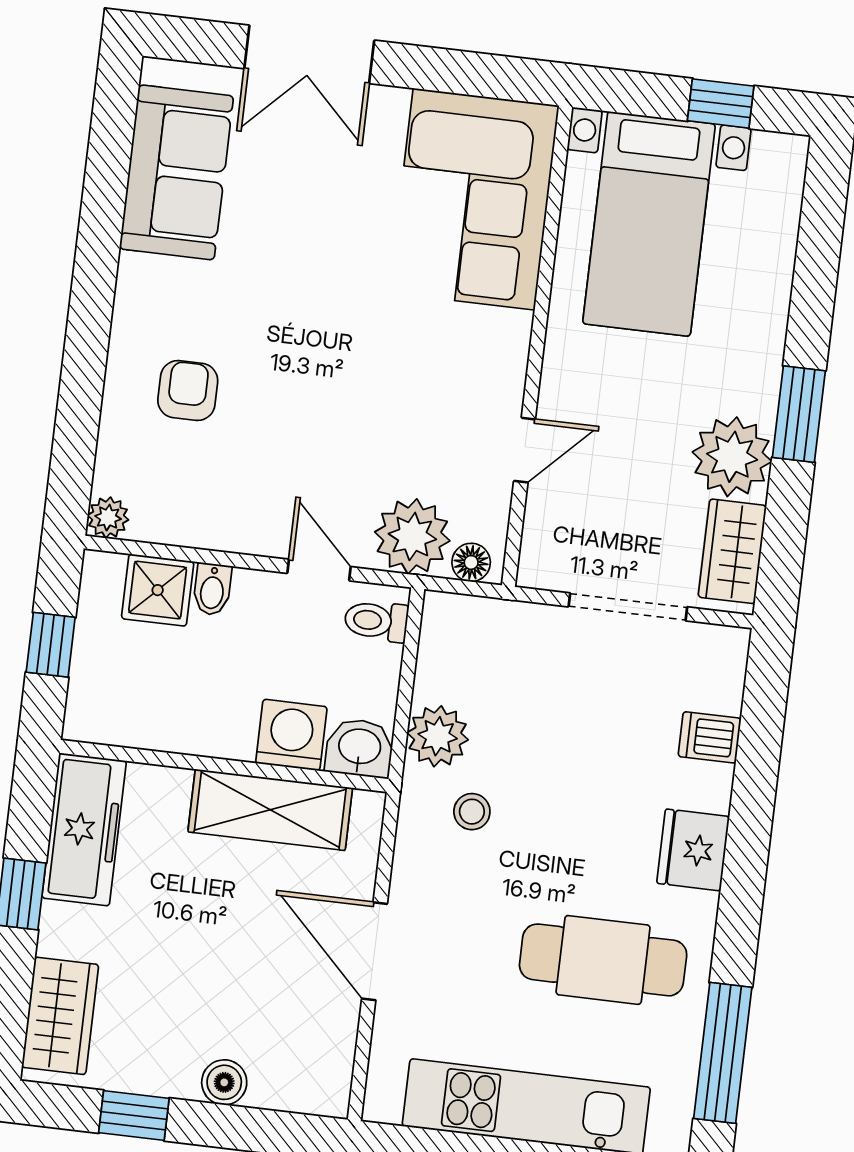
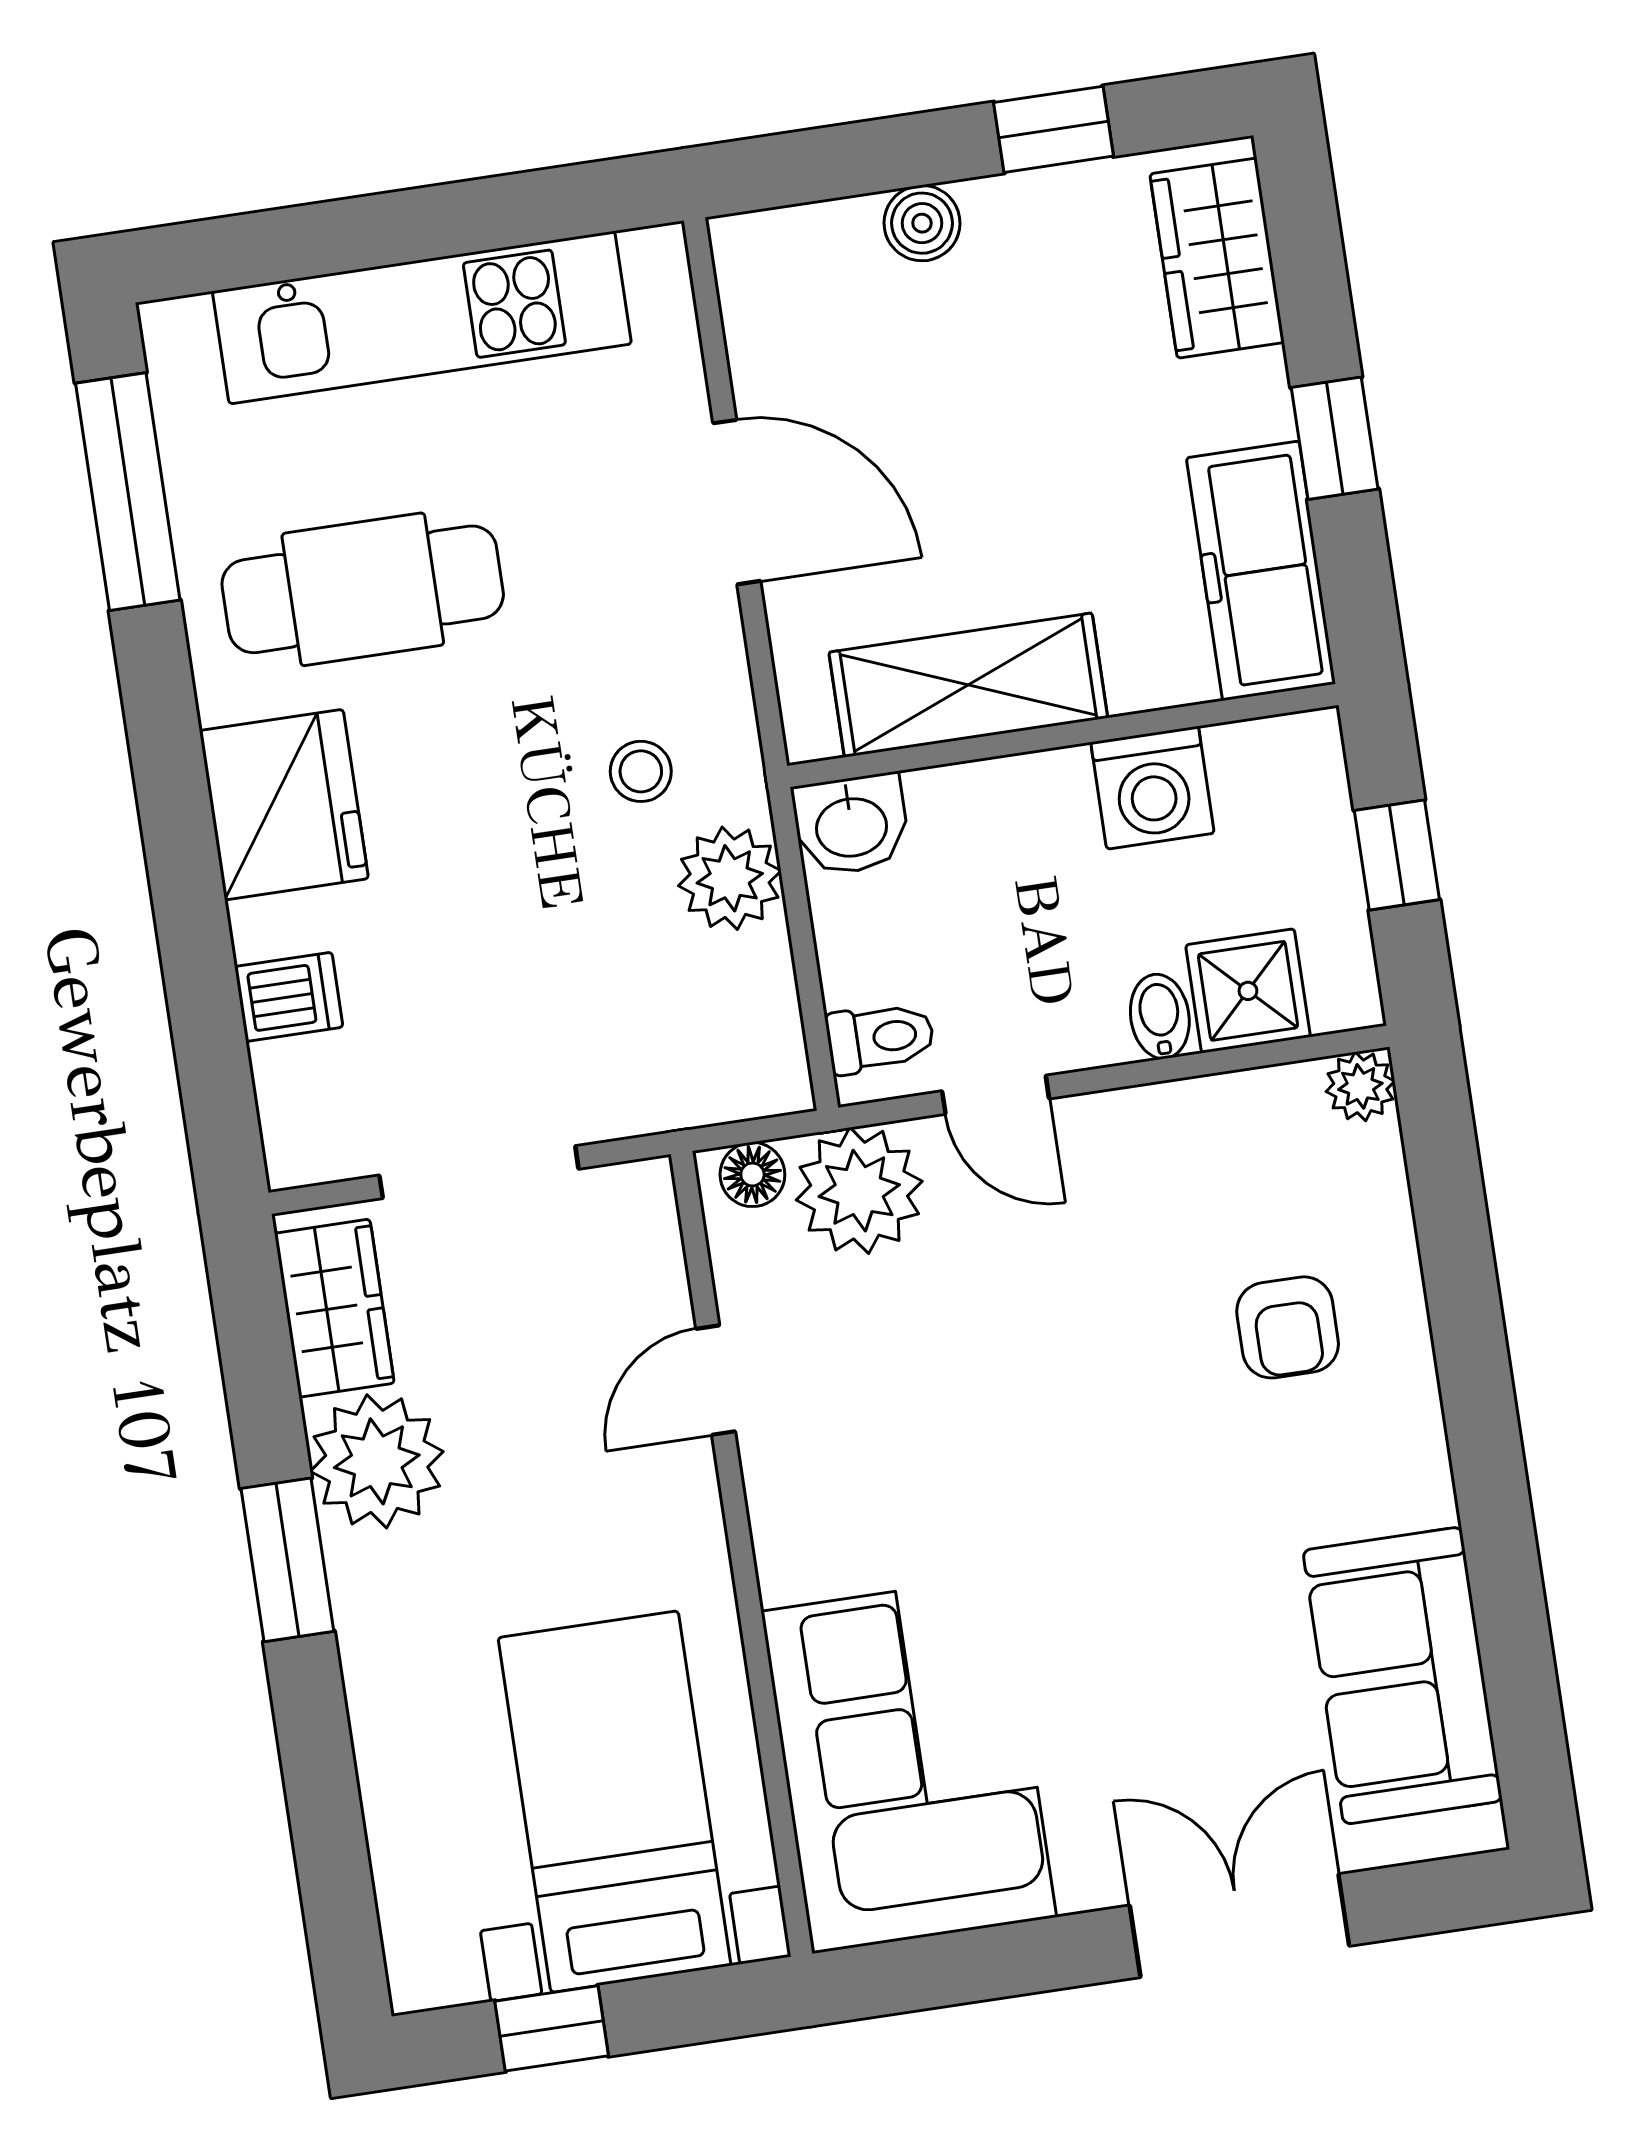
washing machine: (291, 735) -> (1152, 788), moved
fridge: (693, 850) -> (284, 805), width x1.36, depth x1.34

